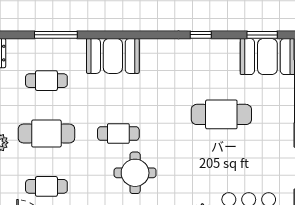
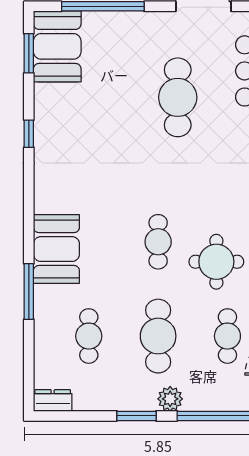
window: (56, 35) -> (29, 292), moved
cafe table: (221, 114) -> (178, 97), moved
round table: (135, 173) -> (216, 262), moved

